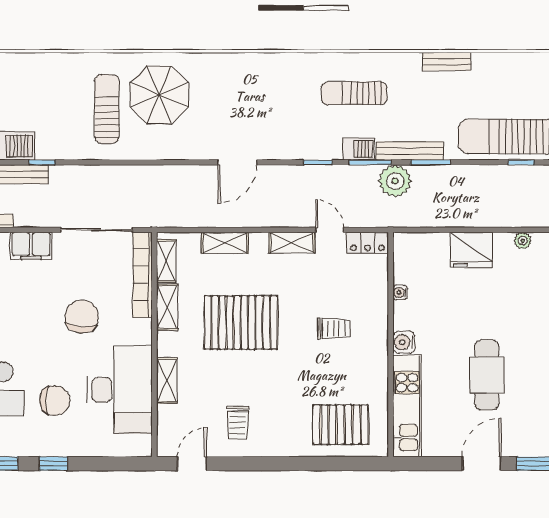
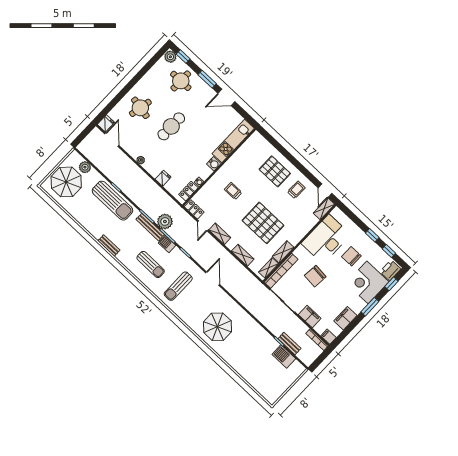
sun lounger: (107, 109) -> (178, 286), moved
door: (237, 162) -> (213, 279), hinge flipped
fridge: (471, 250) -> (163, 178), width x0.53, depth x0.75
locker: (403, 263) -> (188, 191), added
cafe table: (487, 375) -> (171, 126), moved
shelving: (167, 381) -> (324, 209), moved
pallet: (340, 425) -> (275, 171), moved
door: (192, 464) -> (325, 191), hinge flipped

